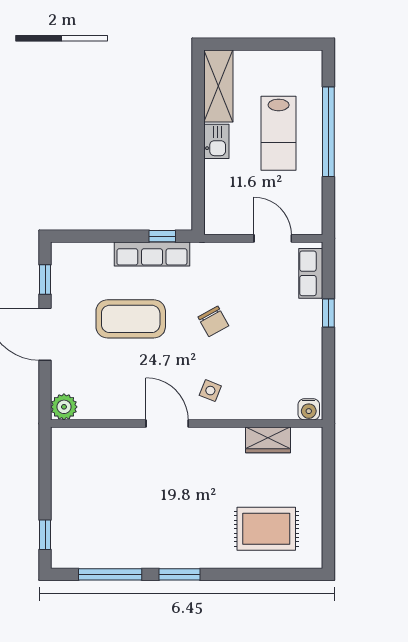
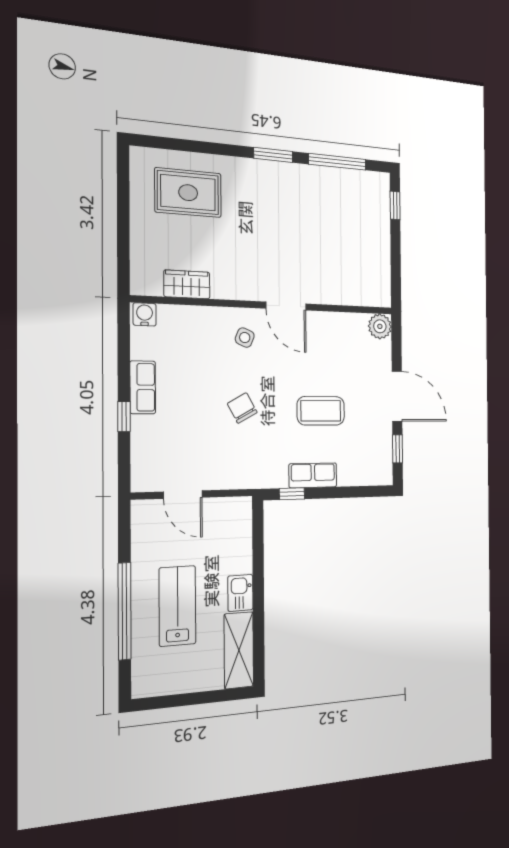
row of seats: (152, 254) -> (313, 475), width x0.68
row of seats: (311, 273) -> (143, 387), moved
coffee table: (131, 319) -> (321, 411), width x0.73, depth x0.76

